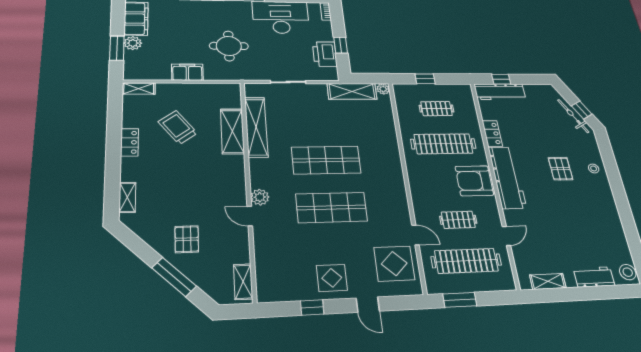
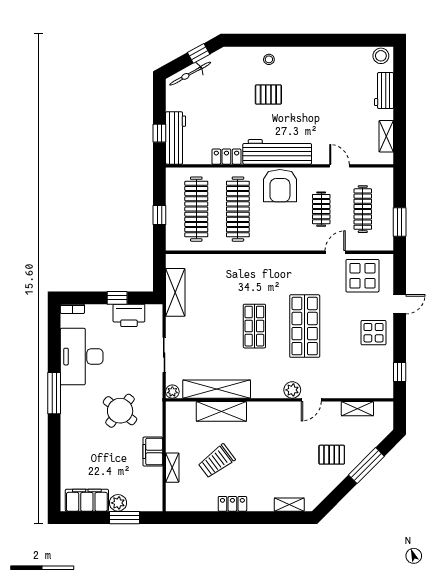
round table: (229, 46) -> (120, 411), turned 38
shelving: (139, 89) -> (172, 468), moved
plant: (383, 89) -> (172, 392), moved
clothes rail: (437, 109) -> (196, 209), width x1.86, depth x1.31
bicycle: (573, 116) -> (190, 74), moved
shop shelf: (326, 160) -> (254, 326), width x0.70, depth x0.74
clothes rail: (466, 261) -> (363, 209), width x0.73, depth x0.76
shelving: (243, 282) -> (357, 409), moved
window: (312, 307) -> (400, 372), moved

